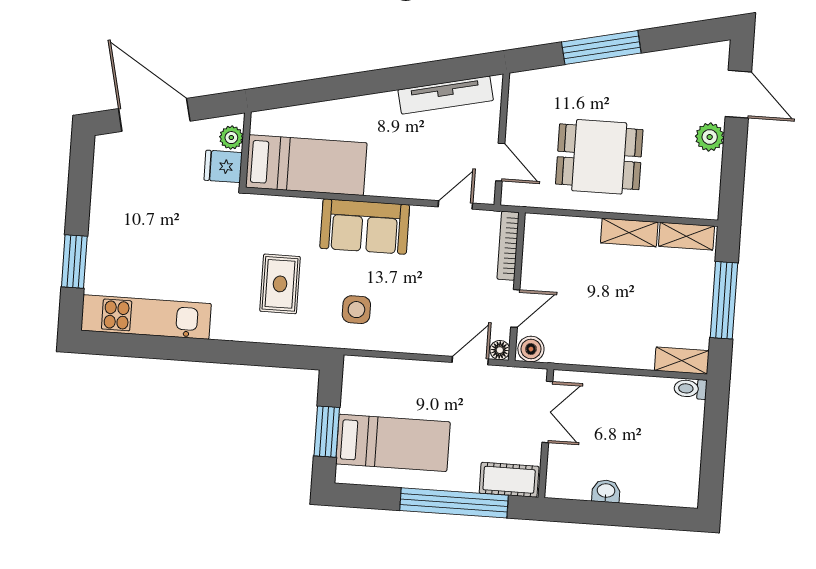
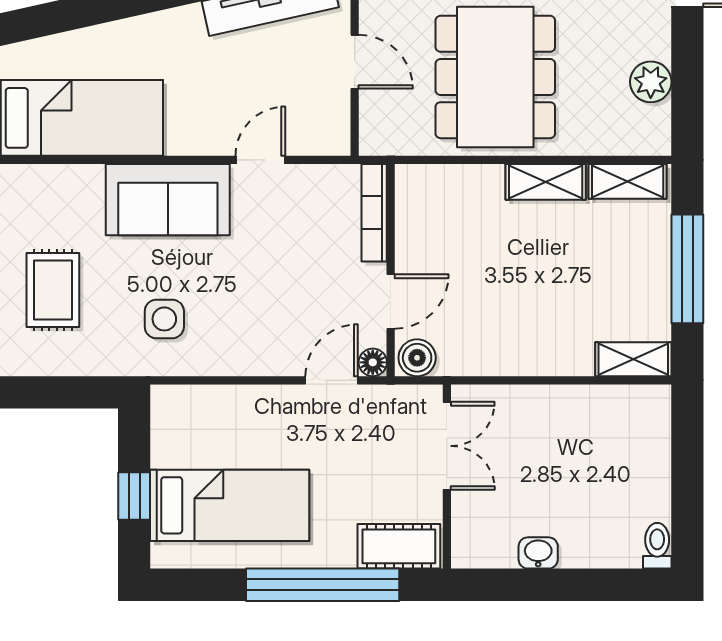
plant: (710, 137) -> (651, 82), moved
dining table: (599, 157) -> (495, 77), width x1.37
door: (500, 162) -> (355, 62), moved
door: (455, 205) -> (260, 160), moved
toilet: (690, 389) -> (657, 546), moved, turned 90
window: (327, 432) -> (134, 496), width x0.67

